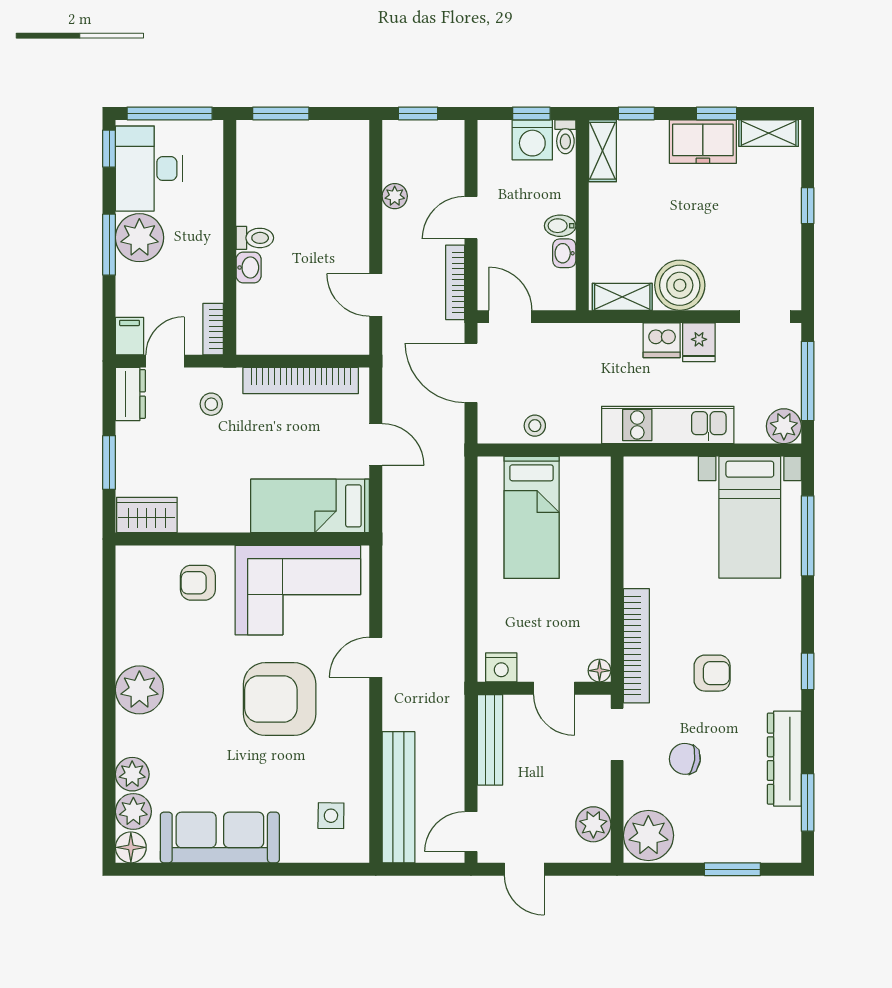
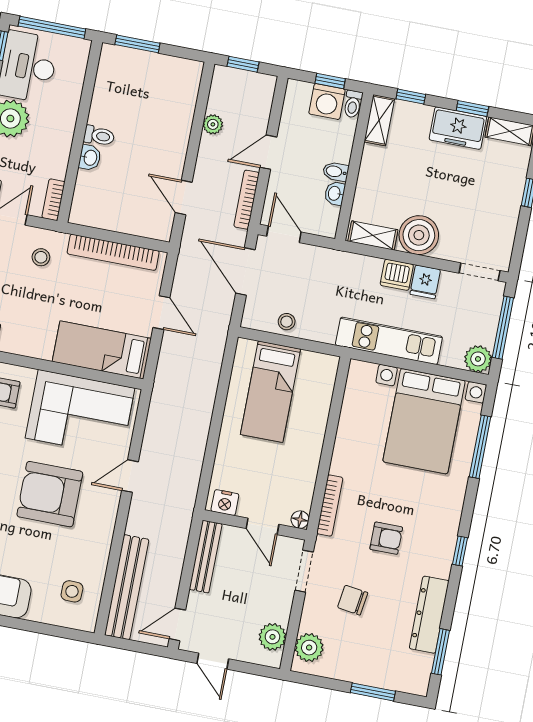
bed with nightstands: (750, 517) -> (424, 421), width x1.36
bookcase: (636, 646) -> (330, 505), width x0.68, depth x0.76
plant: (648, 835) -> (309, 648), width x0.73, depth x0.73

